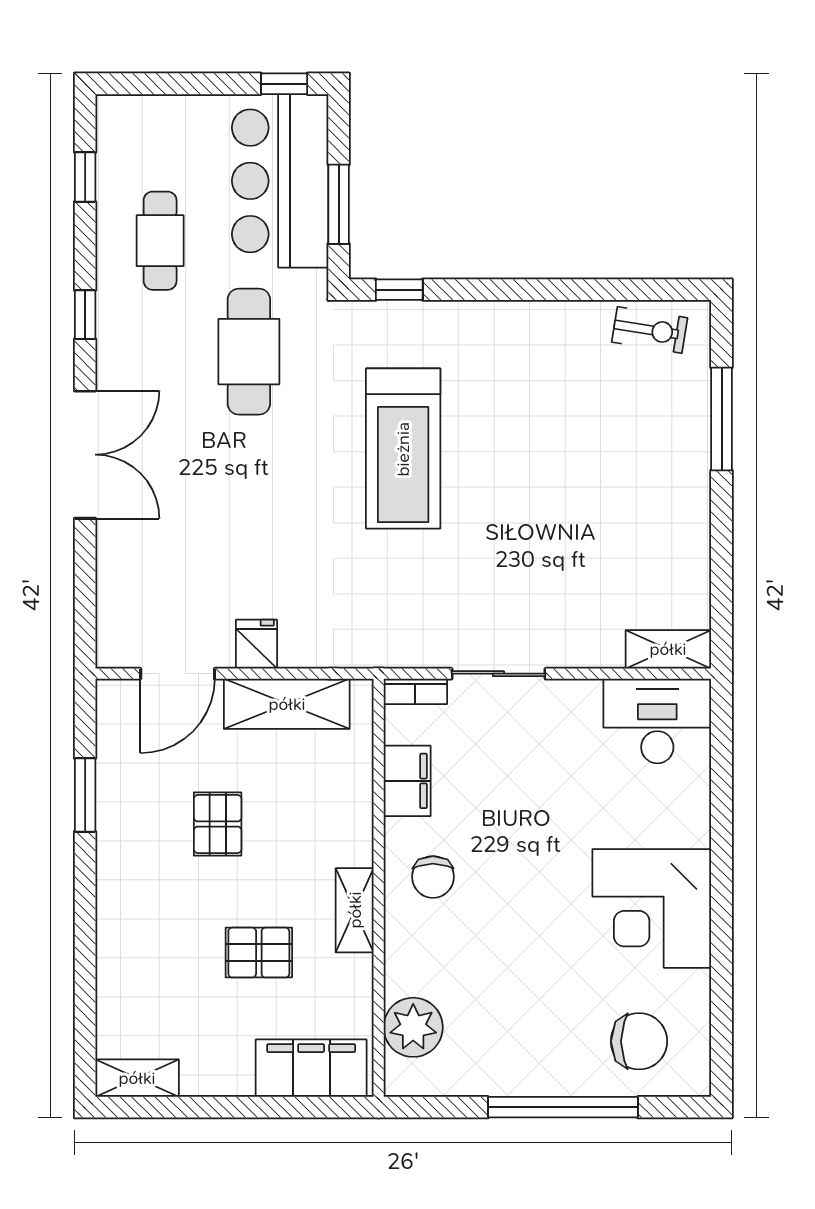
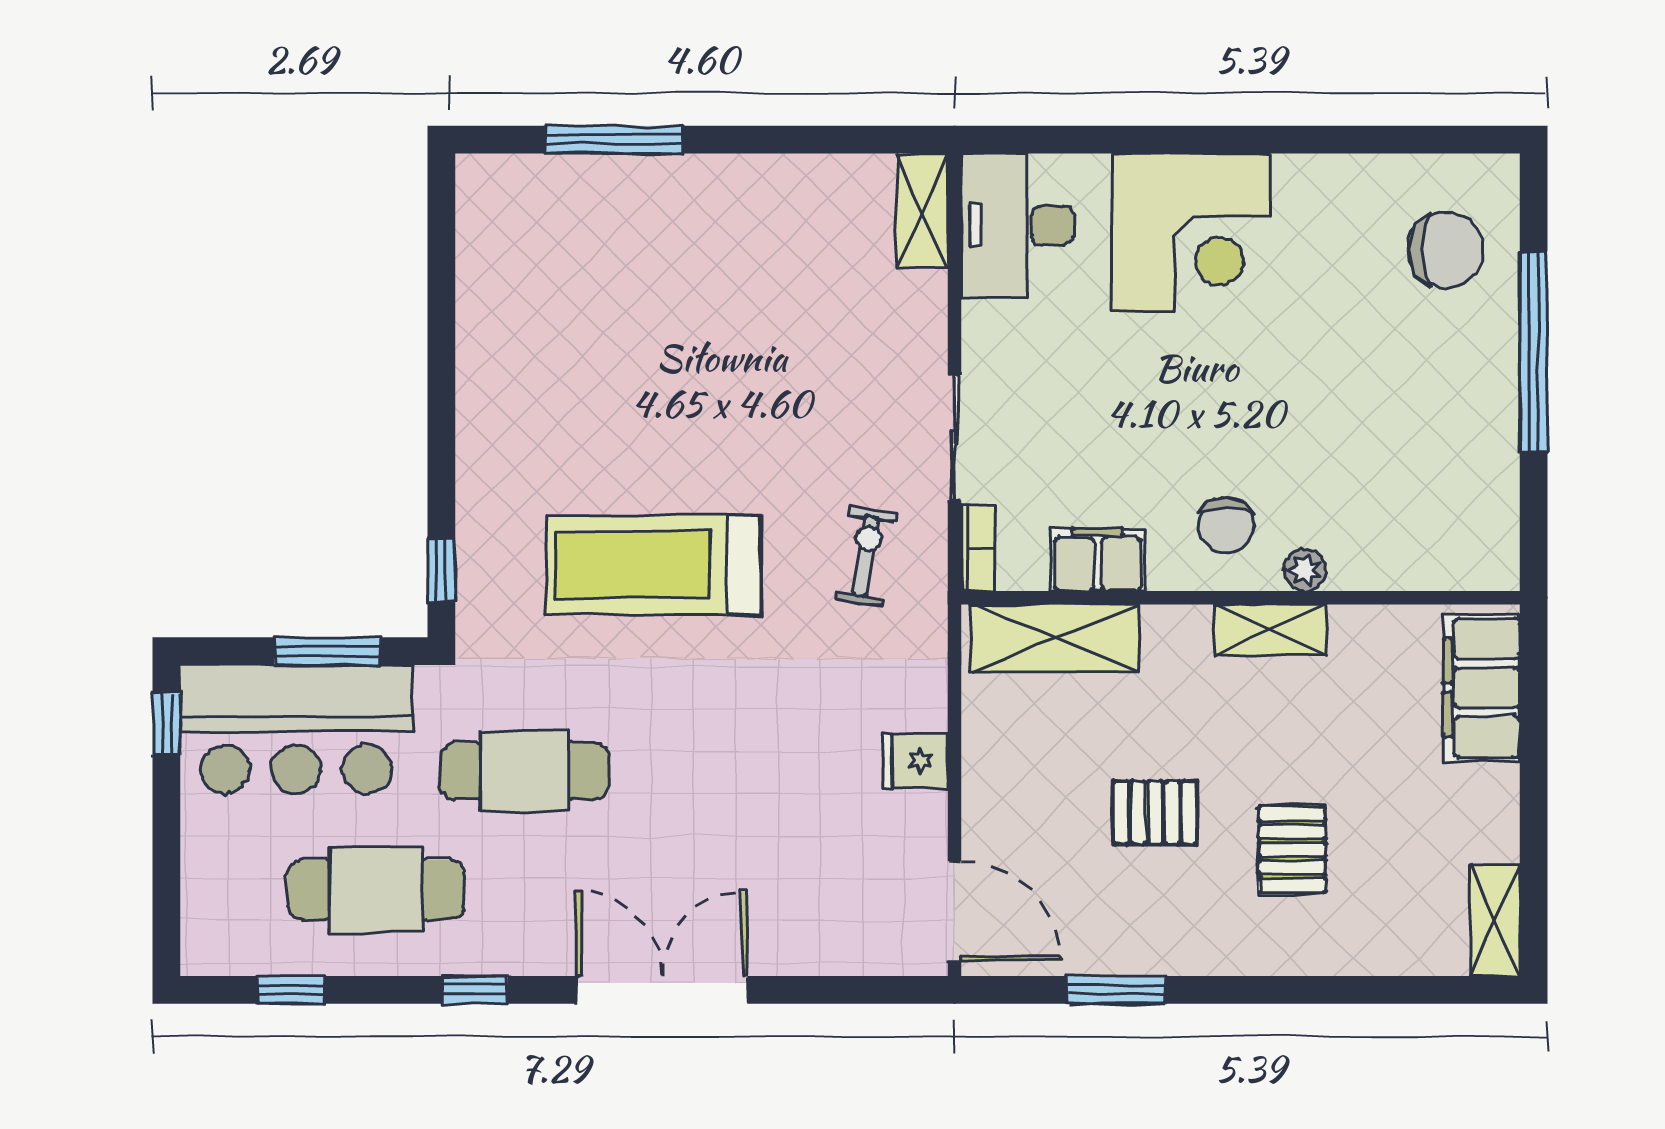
cafe table: (160, 241) -> (376, 890), width x1.37, depth x1.35
exercise bike: (650, 330) -> (866, 556), moved
treadmill: (403, 449) -> (654, 565), turned 180
door: (178, 674) -> (954, 911), moved
shelving: (287, 704) -> (1055, 638), moved, turned 90
chair: (433, 877) -> (1226, 525), turned 90
corner desk: (652, 908) -> (1191, 233), moved
pallet: (259, 953) -> (1292, 850), moved
plant: (413, 1027) -> (1305, 570), moved, width x0.53, depth x0.53
chair: (639, 1041) -> (1445, 250), turned 90

